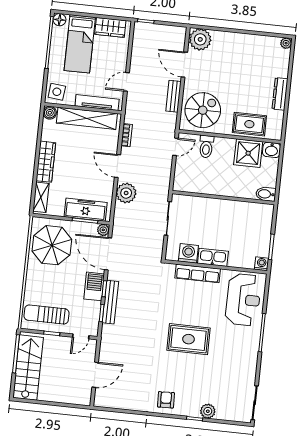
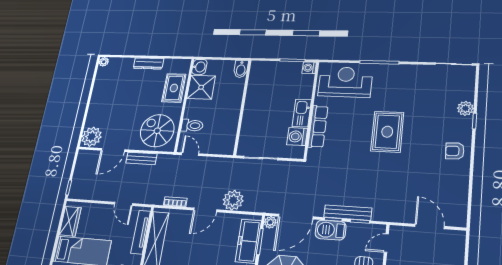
door: (81, 336) -> (386, 243), swing flipped

